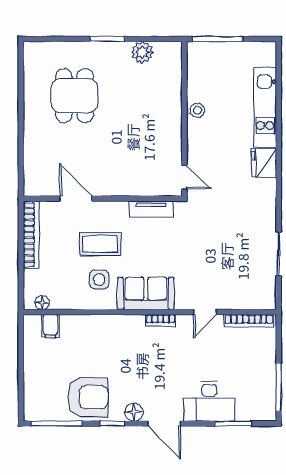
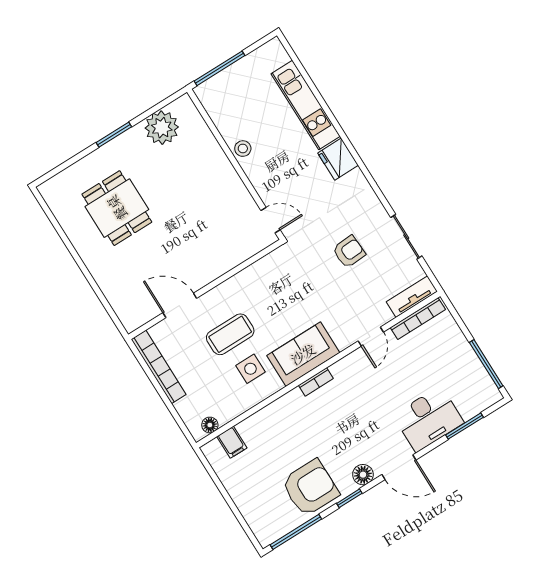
plant: (142, 52) -> (162, 128), width x1.36, depth x1.36
tv unit: (151, 209) -> (412, 297), moved, turned 180
armchair: (228, 238) -> (349, 252), added
bookcase: (160, 320) -> (316, 382), moved

